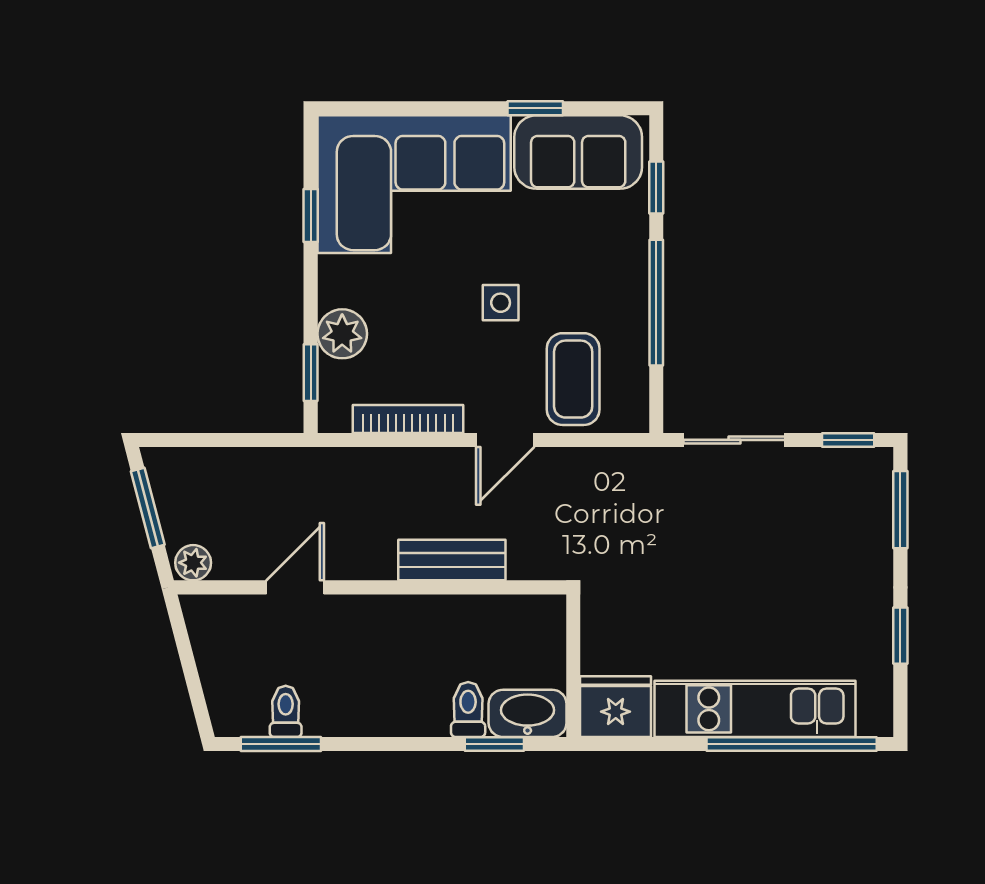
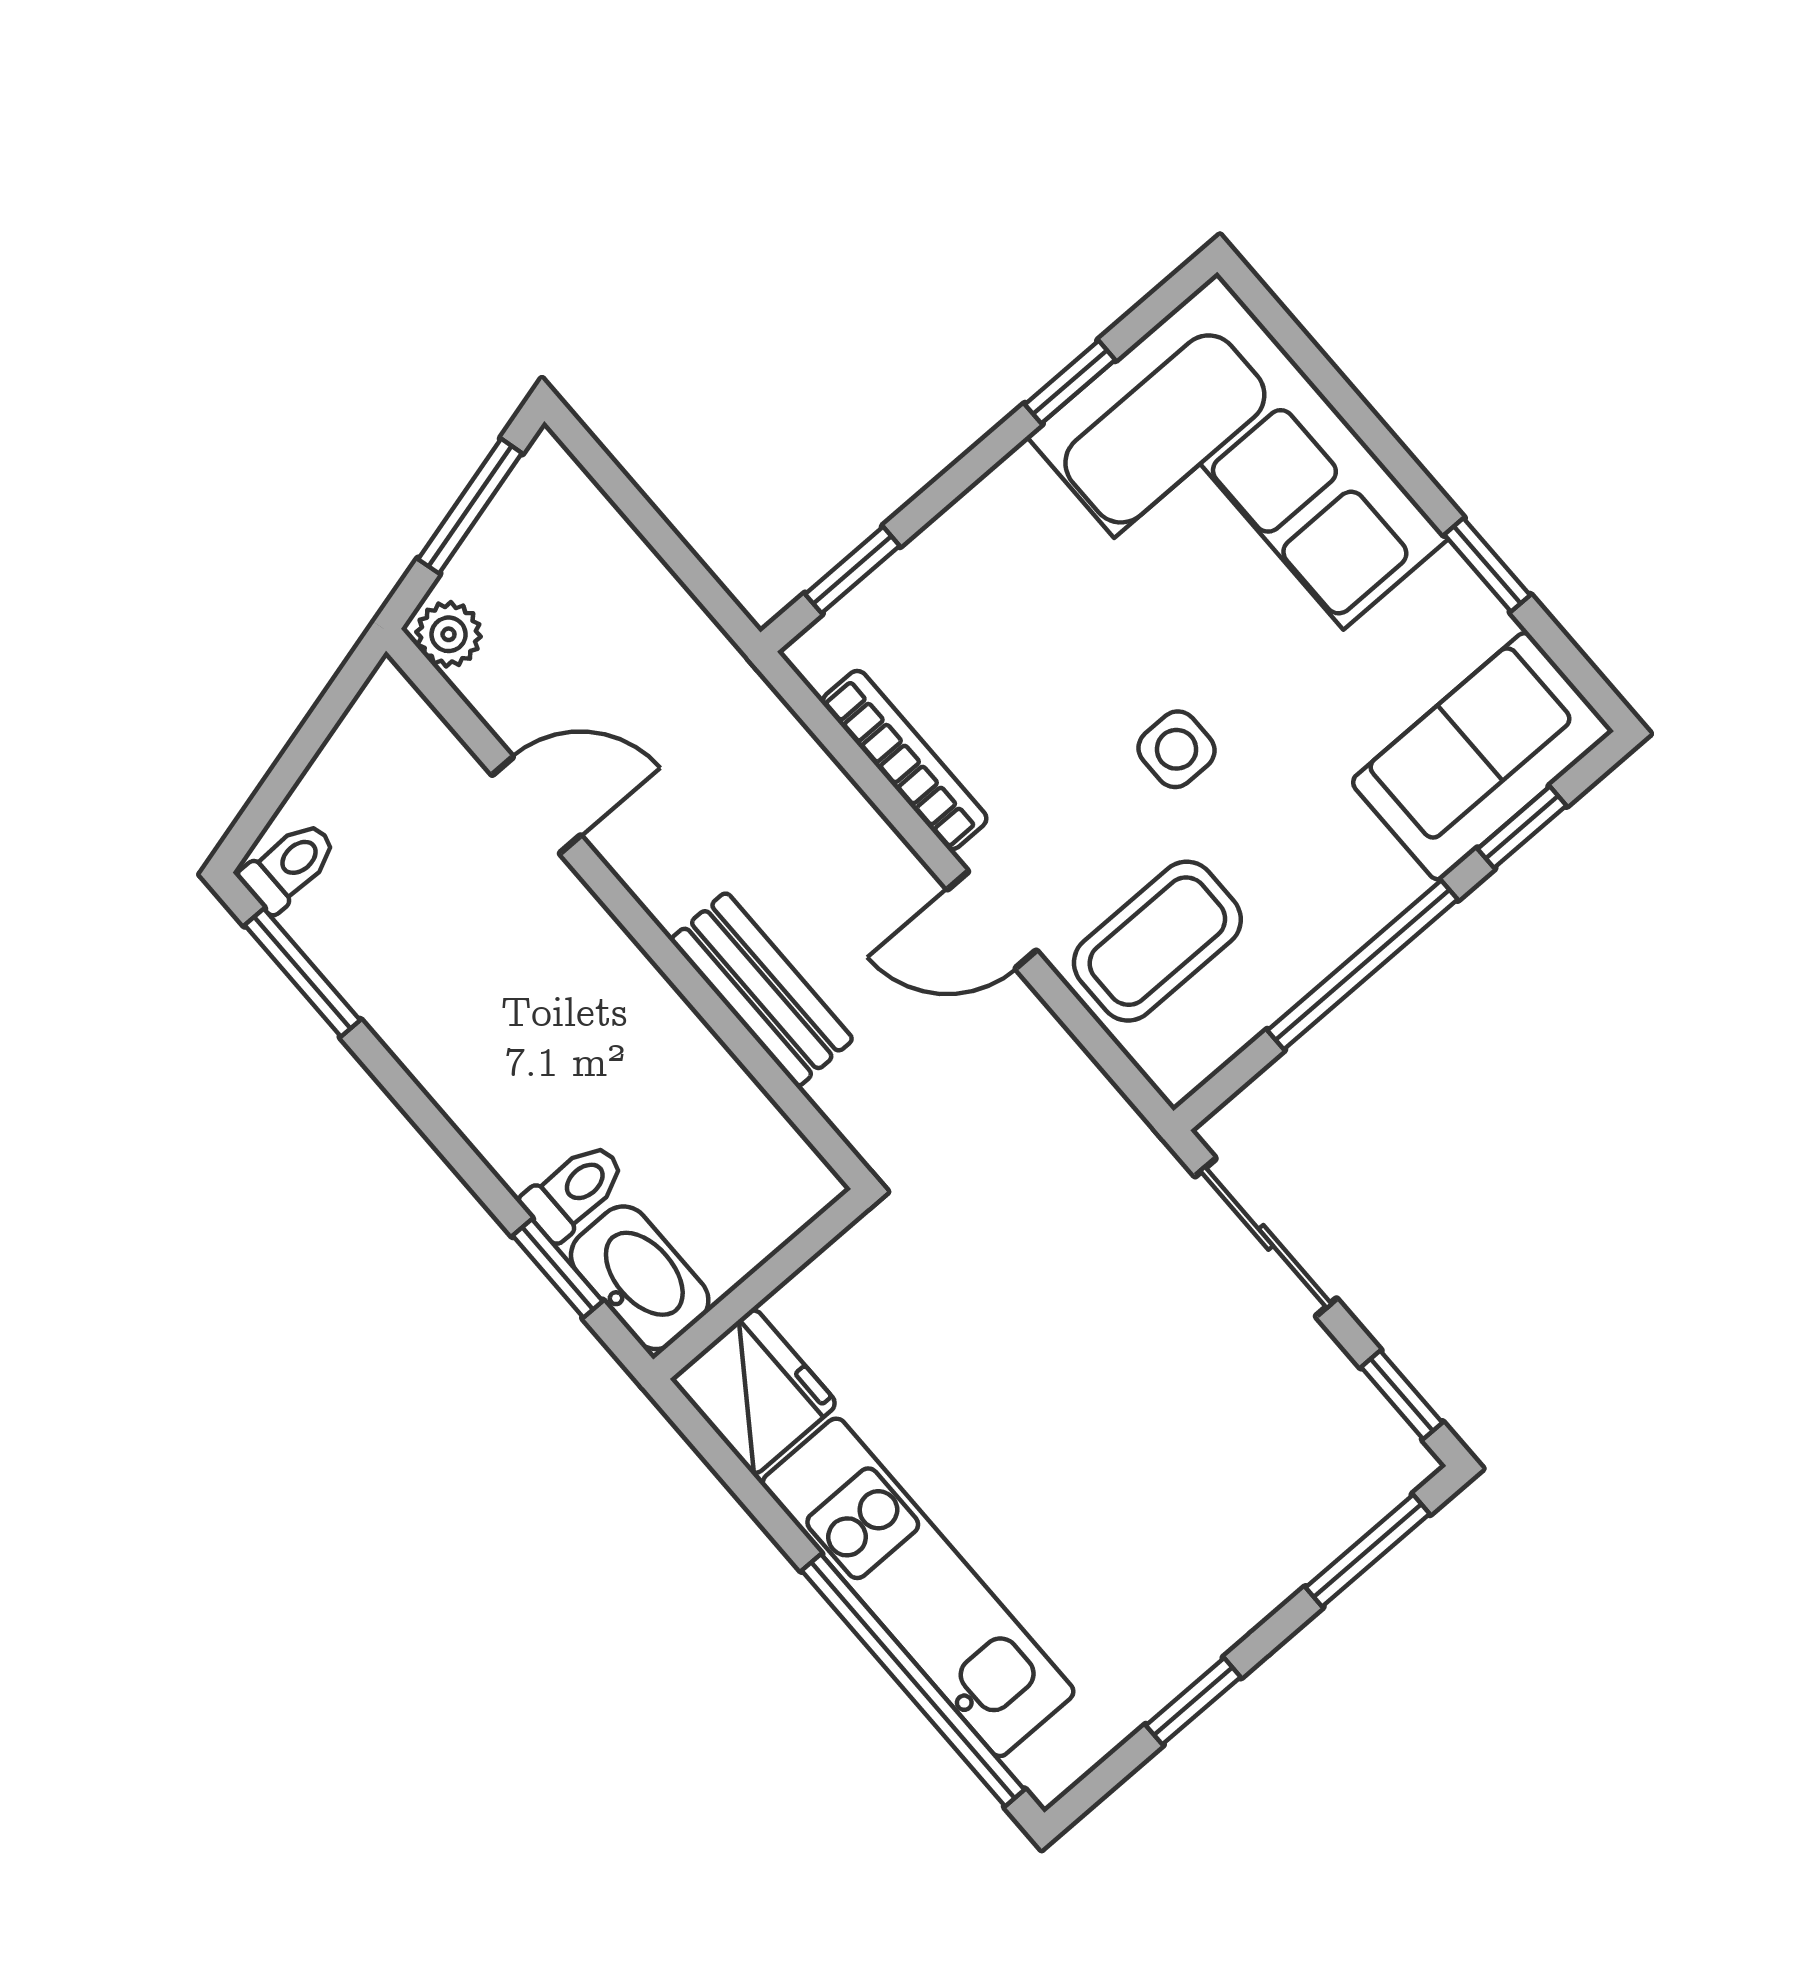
sofa: (578, 152) -> (1482, 756), moved, turned 90
plant: (342, 334) -> (944, 567), removed
toilet: (286, 711) -> (289, 866), moved

